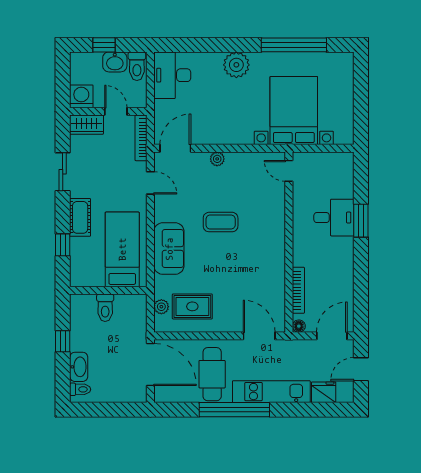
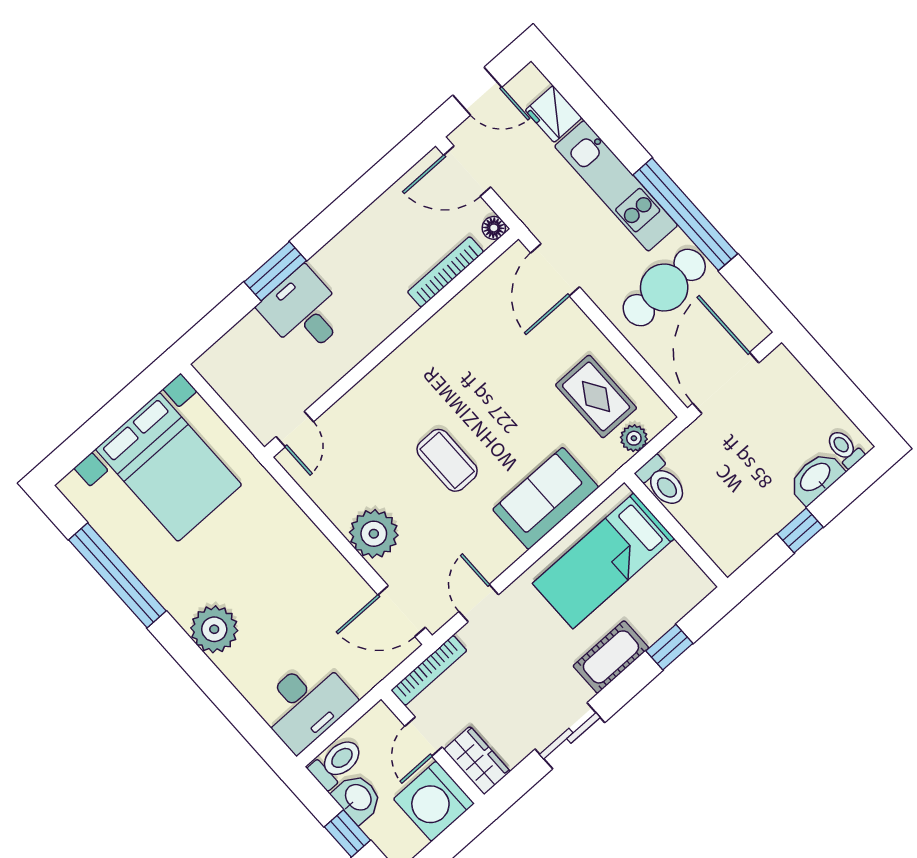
washing machine: (81, 96) -> (434, 801), width x1.37, depth x1.37
bed with nightstands: (294, 111) -> (168, 467), moved, turned -90
plant: (217, 159) -> (374, 534), width x1.88, depth x1.88
toilet: (105, 308) -> (662, 482), moved, turned 90

